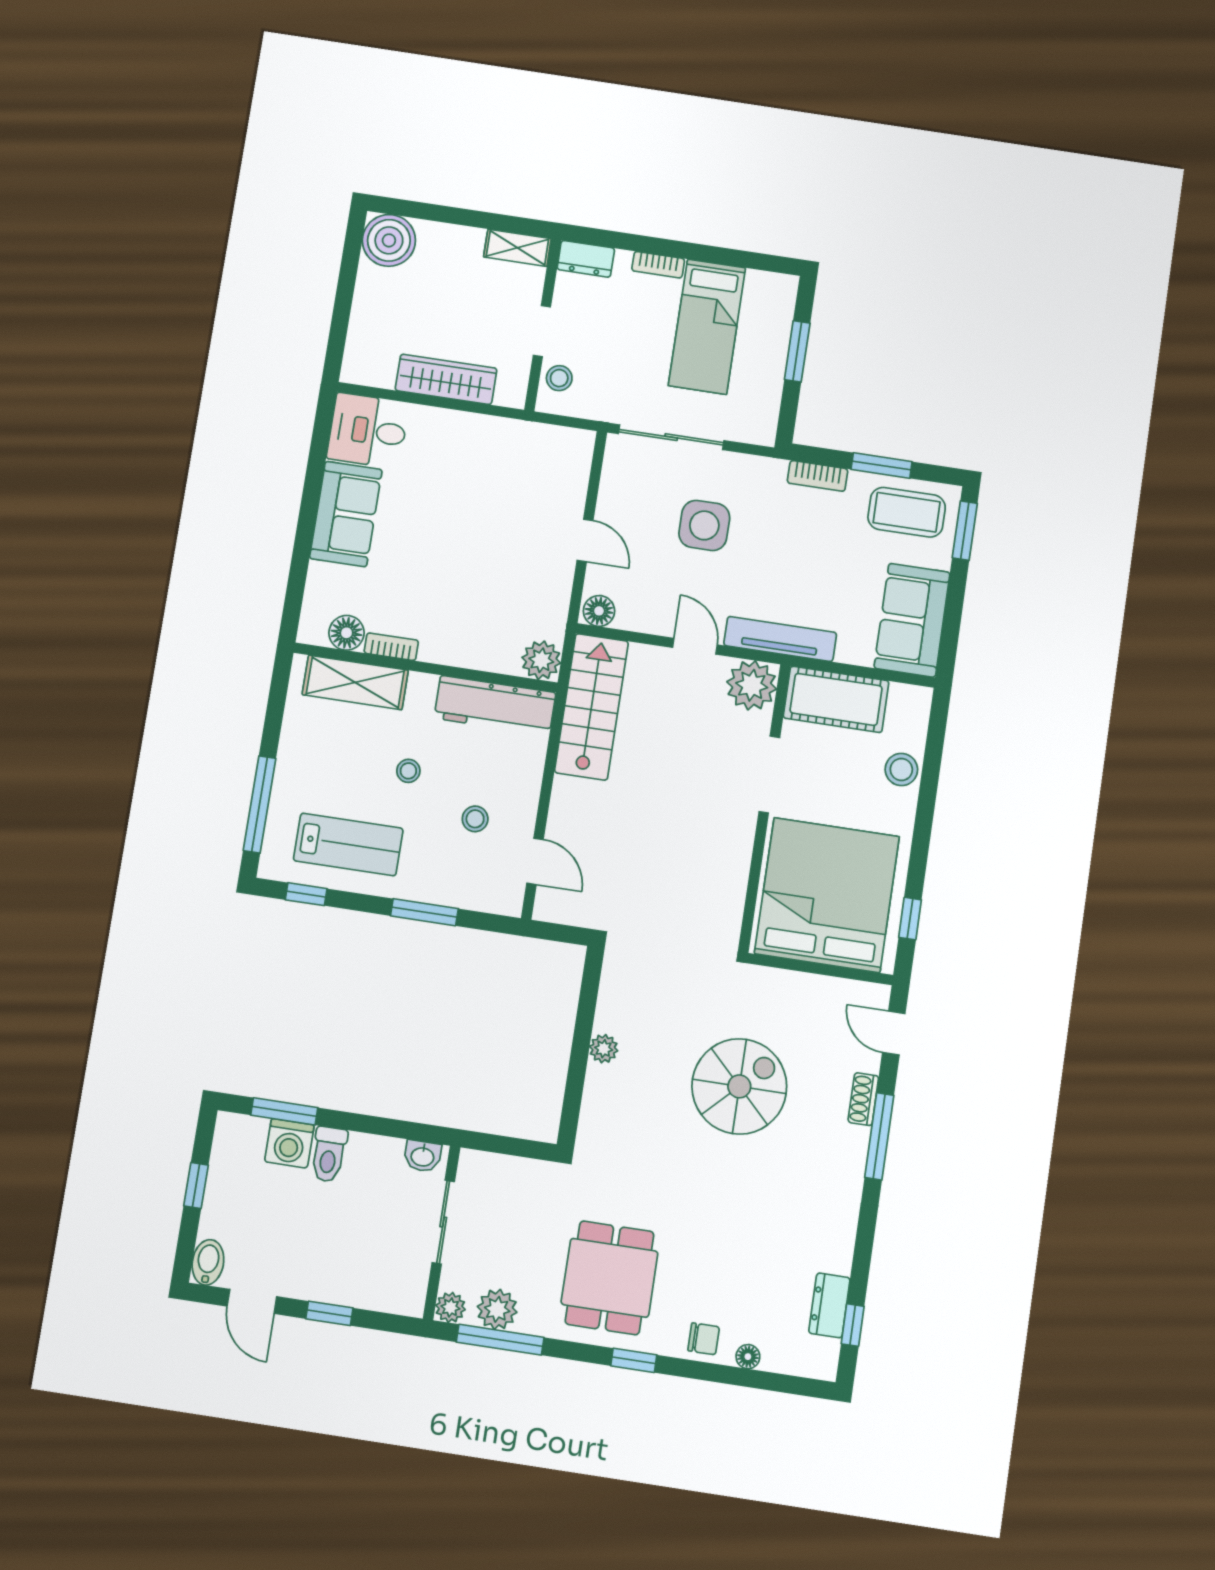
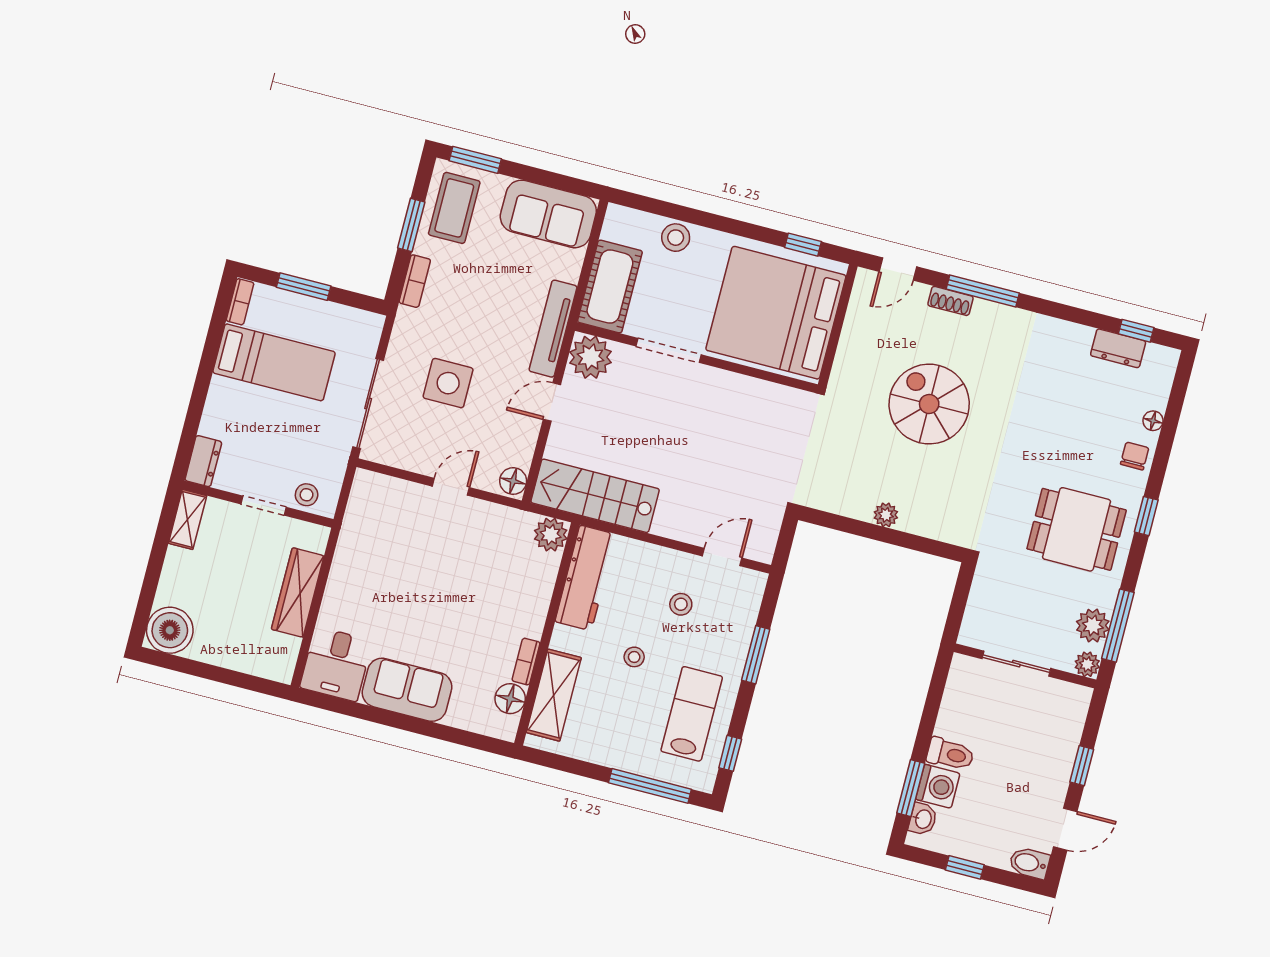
bookcase: (658, 265) -> (240, 302), moved
washbasin: (423, 1156) -> (923, 819), moved

